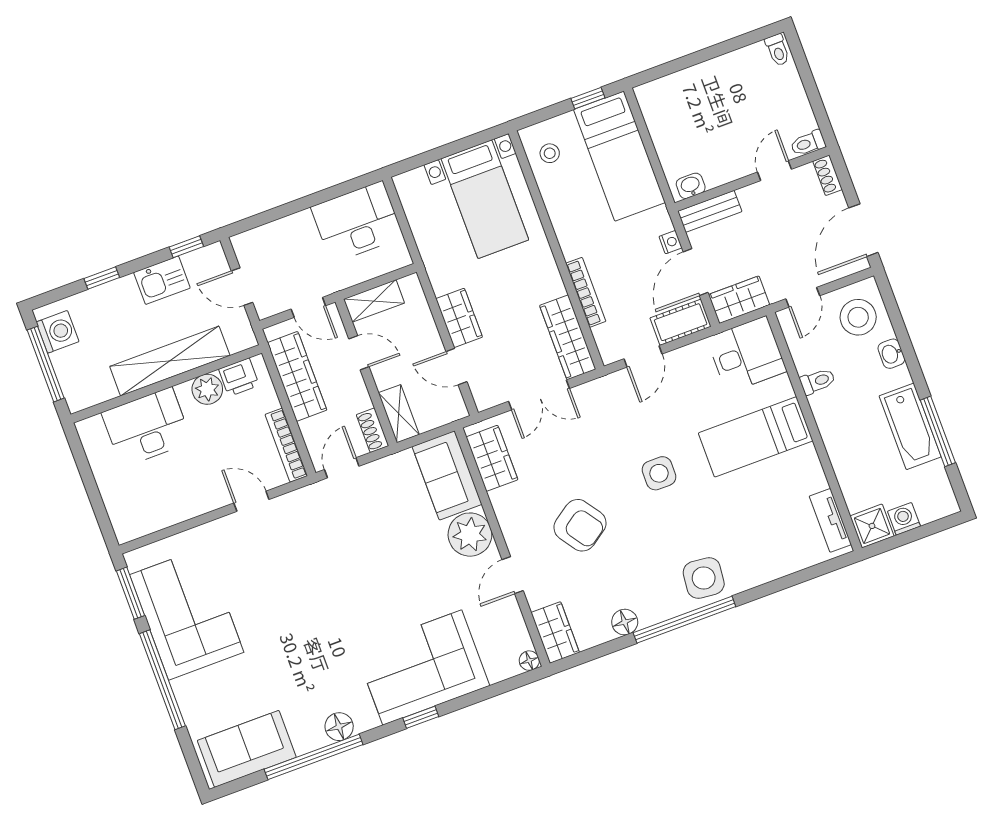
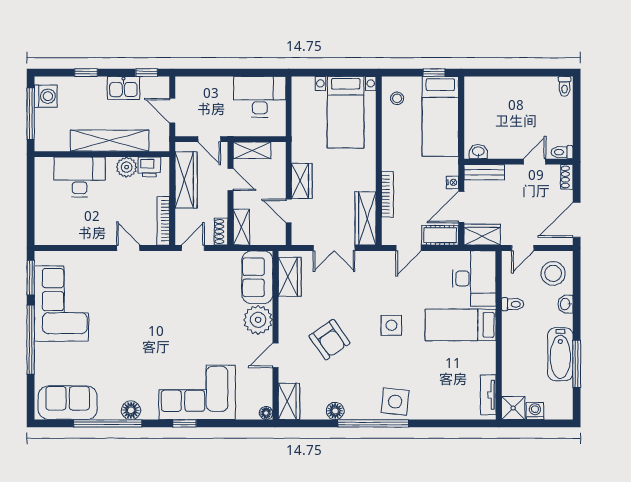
desk: (747, 355) -> (474, 278), width x1.37

